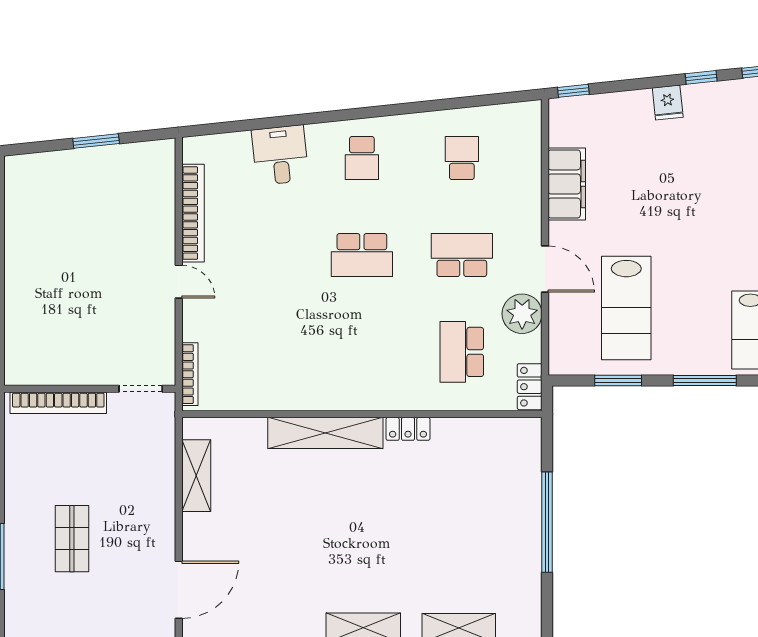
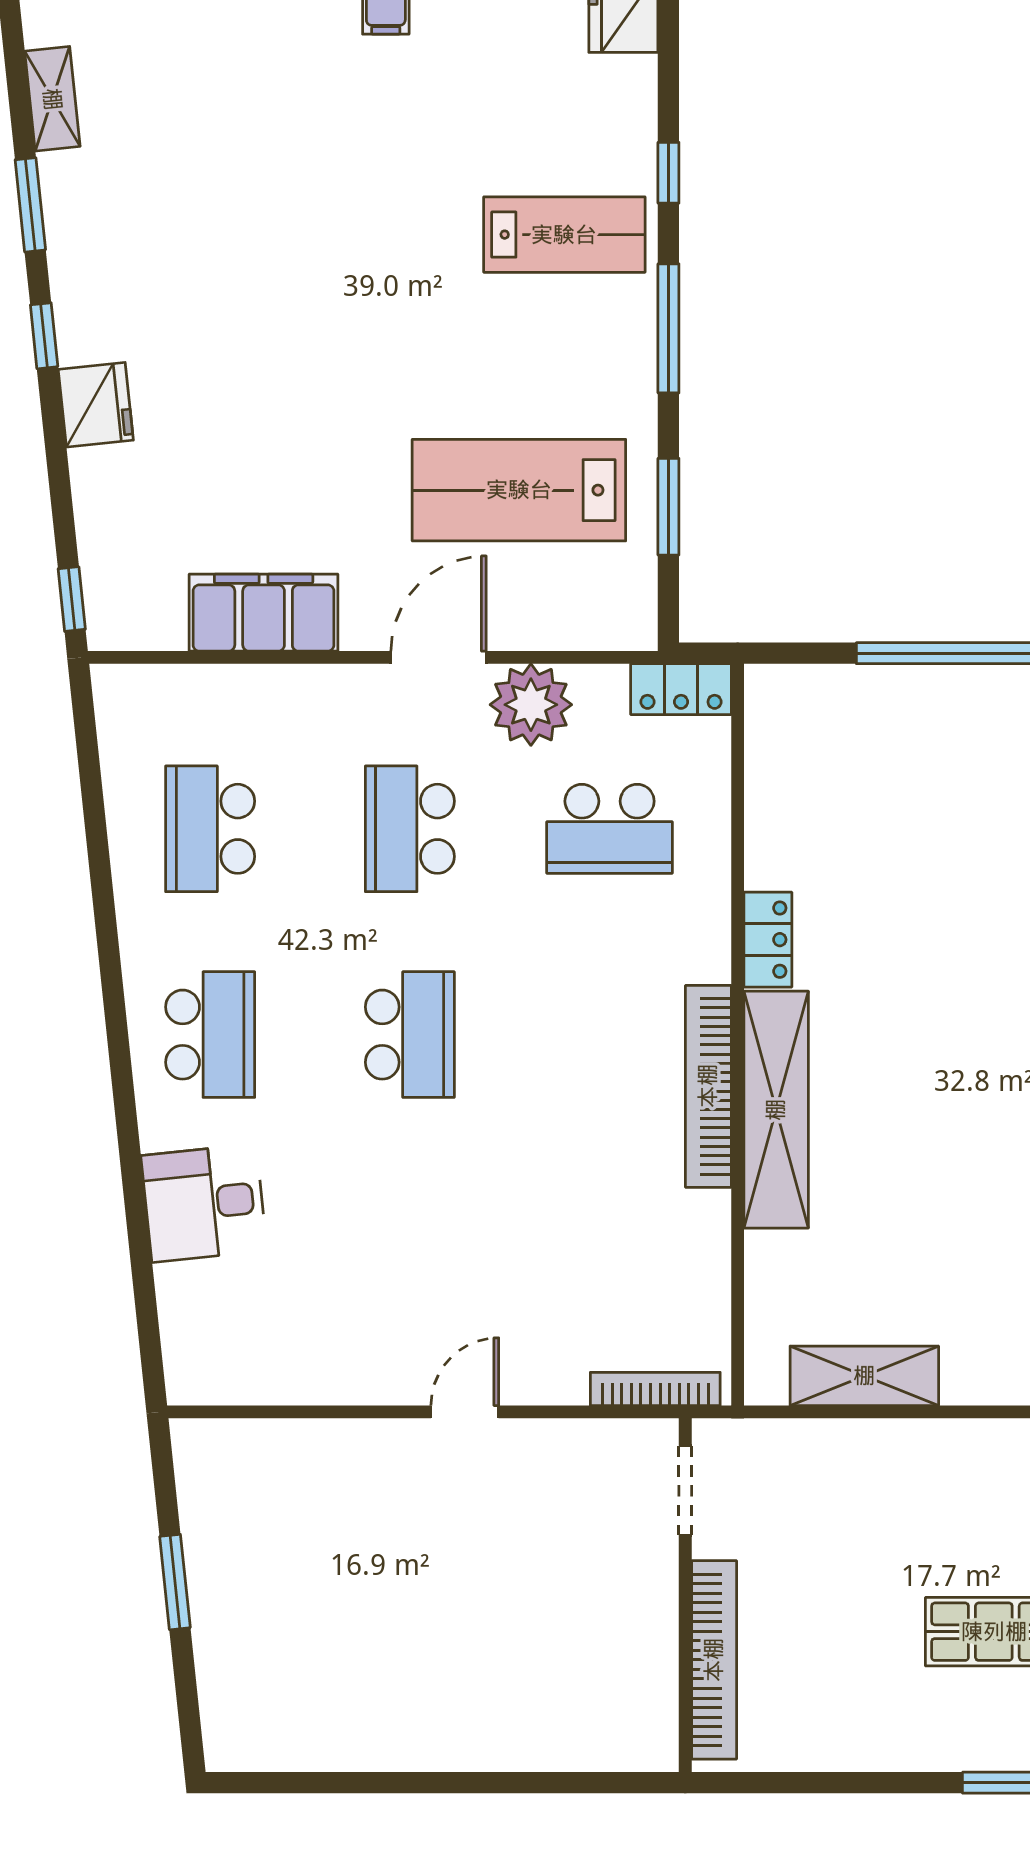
fridge: (668, 103) -> (96, 405), width x1.38
school desk: (362, 158) -> (210, 1035), width x1.85
school desk: (462, 158) -> (210, 829), width x1.85
bookcase: (193, 213) -> (708, 1086), moved, turned -90
lab bench: (626, 308) -> (519, 490), turned 180

